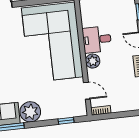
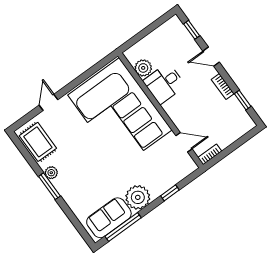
plant: (93, 61) -> (143, 68), moved
window: (66, 121) -> (170, 193), moved

